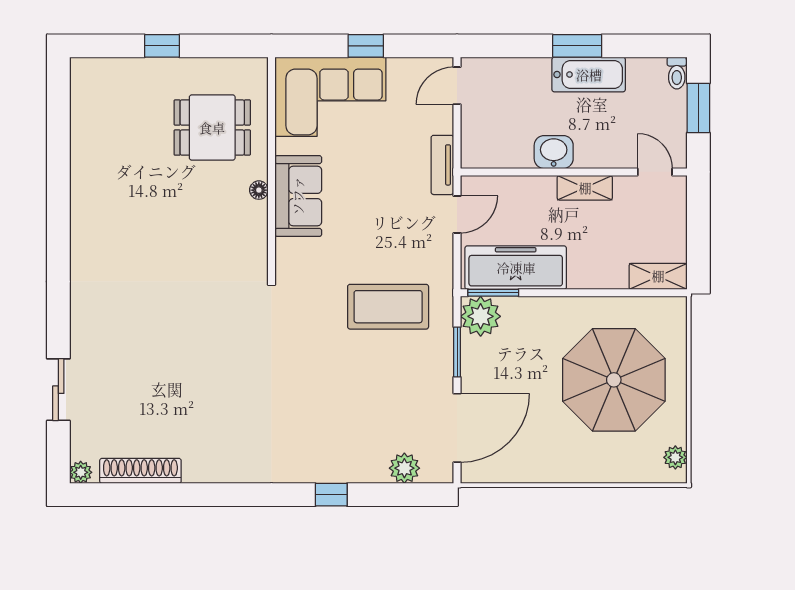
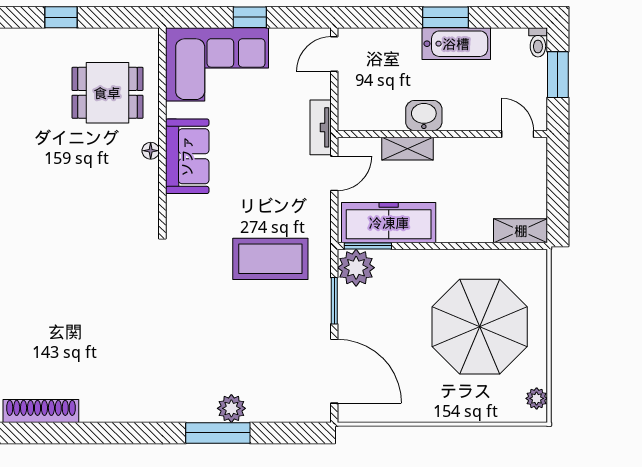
shelving: (585, 188) -> (408, 149), moved
door: (457, 428) -> (334, 371), hinge flipped
plant: (404, 468) -> (231, 408), moved
window: (331, 495) -> (218, 433), width x2.17

